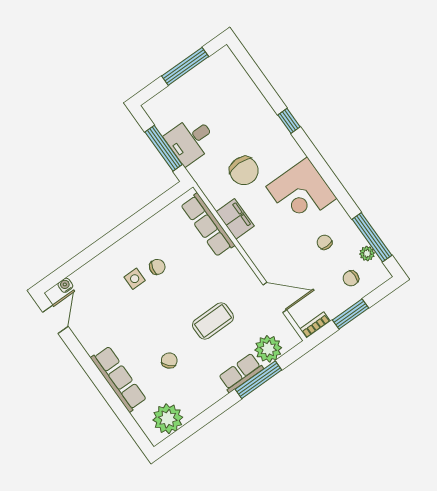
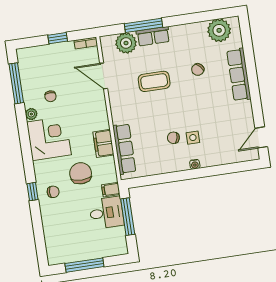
filing cabinet: (199, 170) -> (111, 190), added
plant: (367, 253) -> (31, 114), moved
chair: (351, 278) -> (53, 192), moved
water cooler: (65, 285) -> (195, 164), moved
window: (351, 314) -> (58, 38), width x0.67

